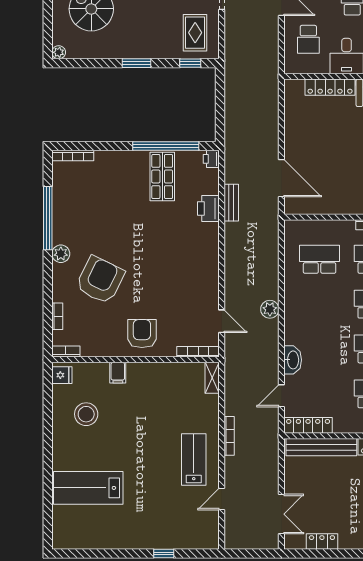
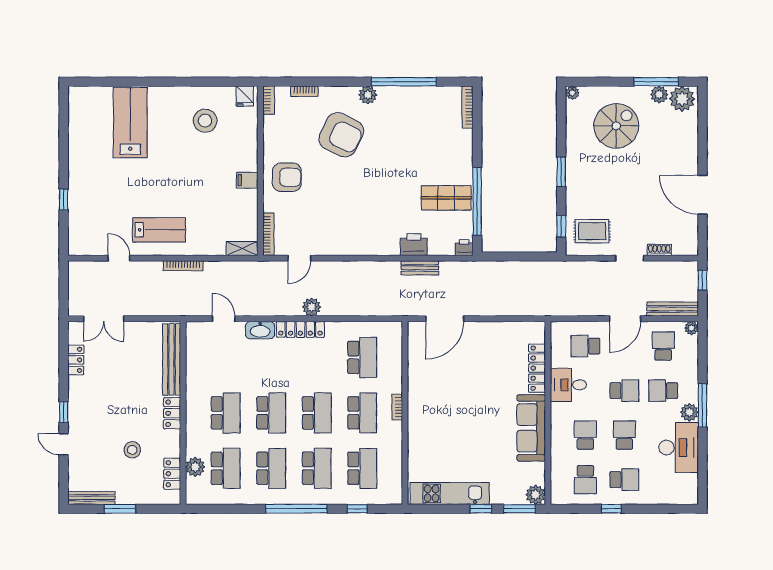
filing cabinet: (118, 373) -> (247, 180), moved
locker: (308, 425) -> (300, 329), moved, turned 90

